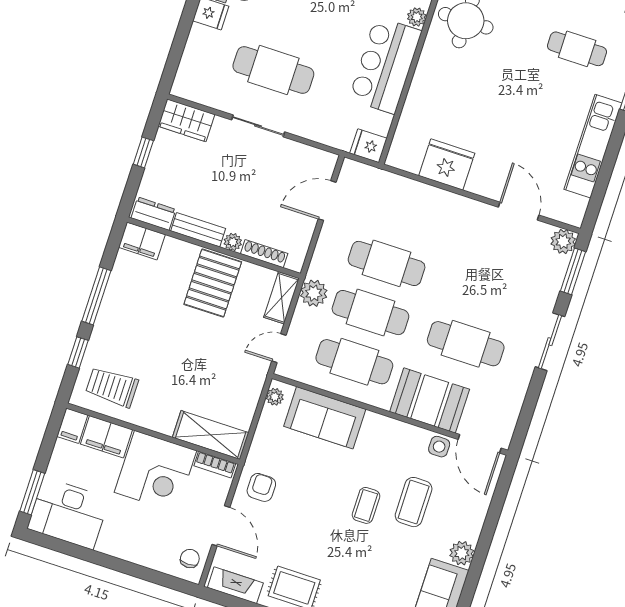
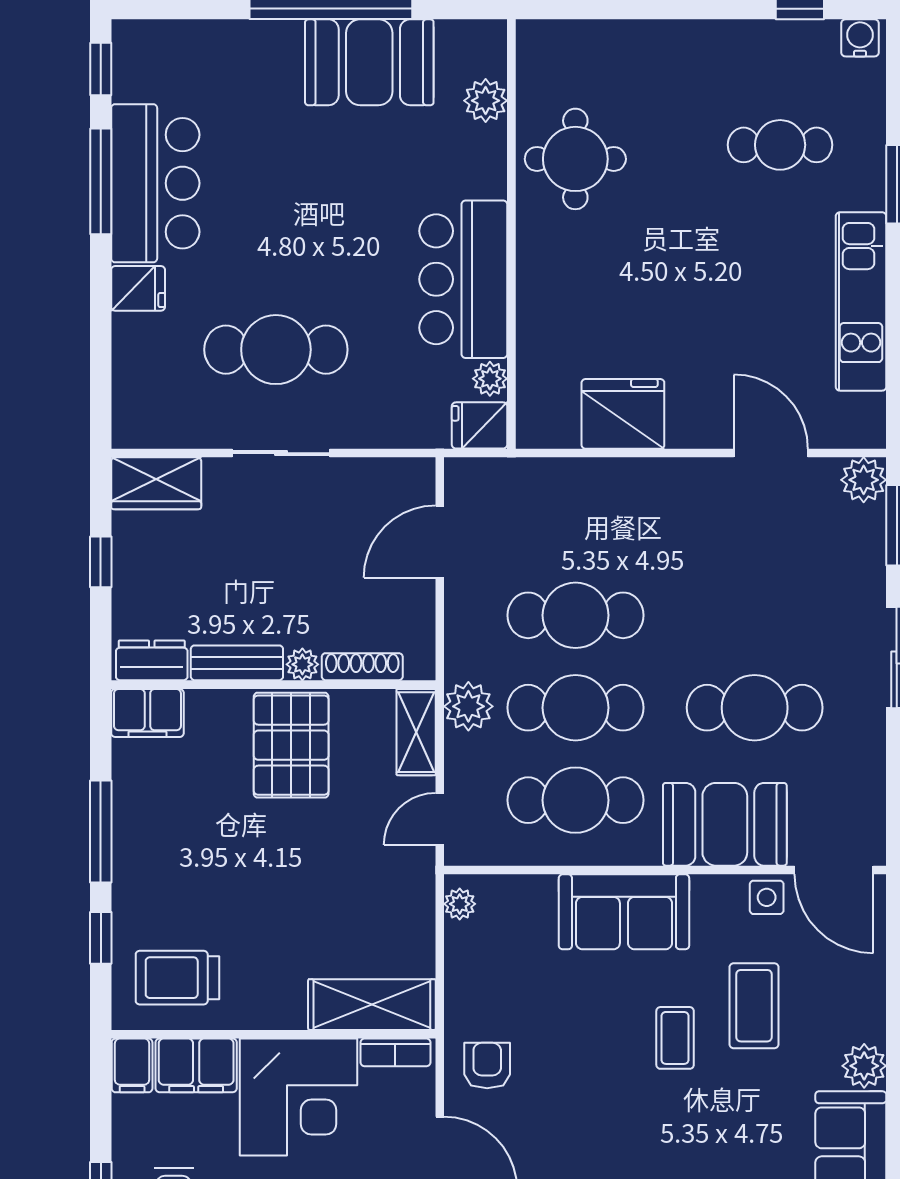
plant: (417, 17) -> (490, 379), moved
sofa: (325, 418) -> (624, 912), moved

